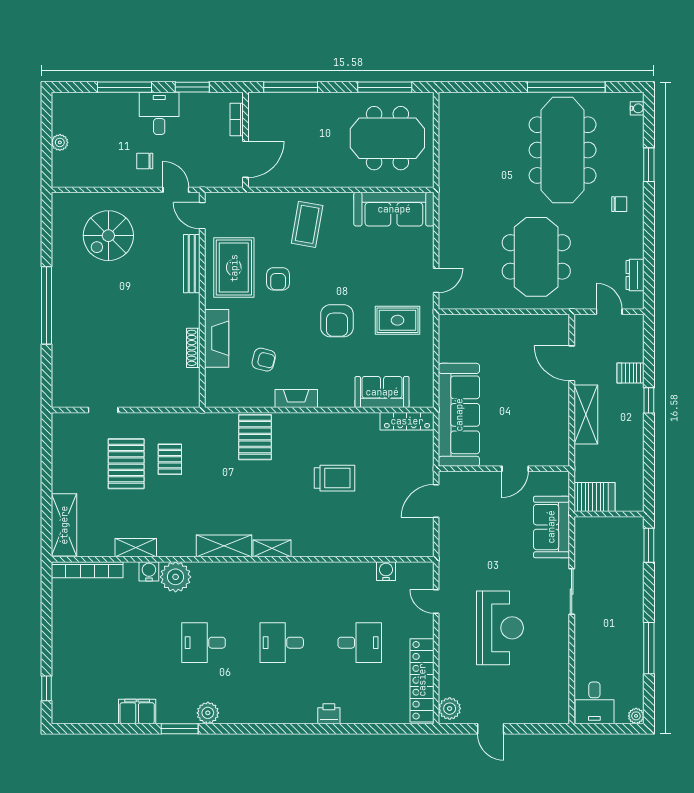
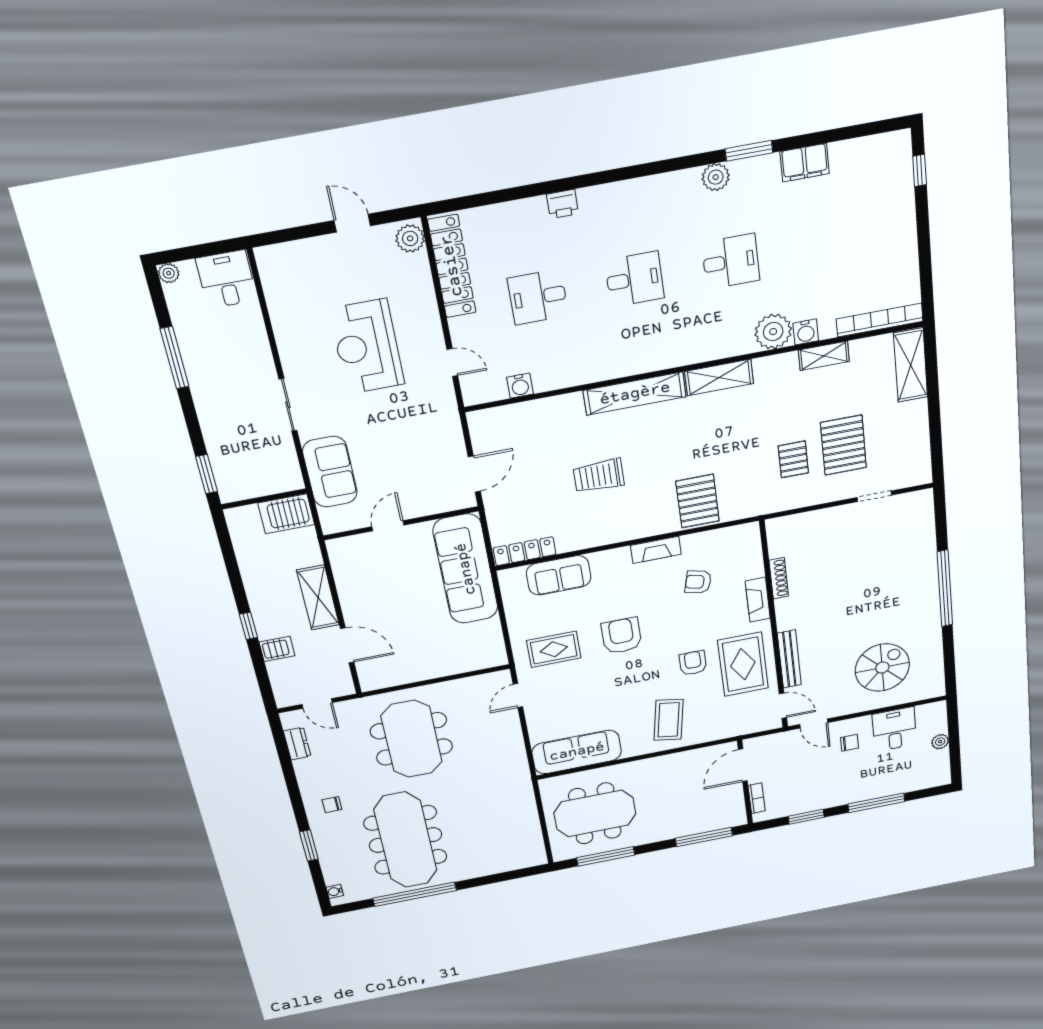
desk: (159, 113) -> (894, 729), moved, turned 180
fireplace: (217, 338) -> (758, 600), width x0.73, depth x0.76
shelving: (272, 548) -> (635, 394), width x2.20, depth x1.33

